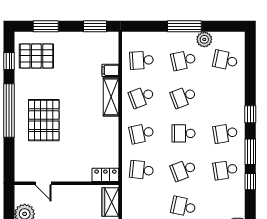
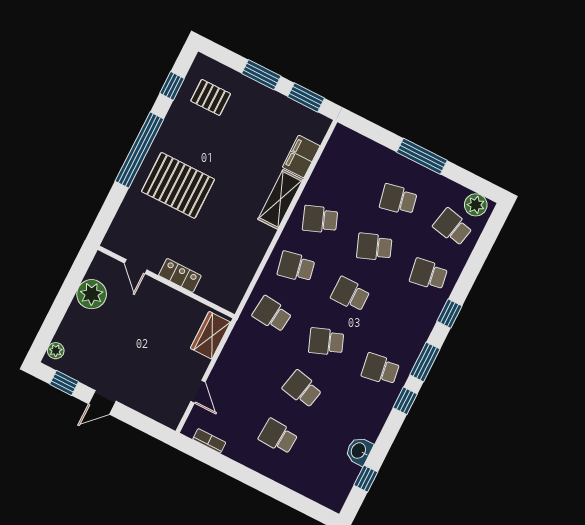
window: (46, 26) -> (261, 75), moved
plant: (204, 39) -> (476, 205), moved
pallet: (36, 56) -> (211, 97), width x0.67, depth x0.71
school desk: (142, 60) -> (344, 172), removed
filing cabinet: (110, 70) -> (301, 156), width x2.00
pallet: (44, 120) -> (178, 185), turned 90
school desk: (225, 133) -> (429, 274), moved
locker: (105, 175) -> (180, 275), moved

